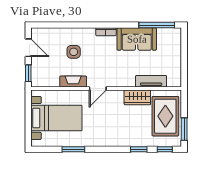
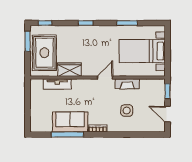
window: (157, 25) -> (67, 134), moved
window: (139, 149) -> (86, 23), moved

